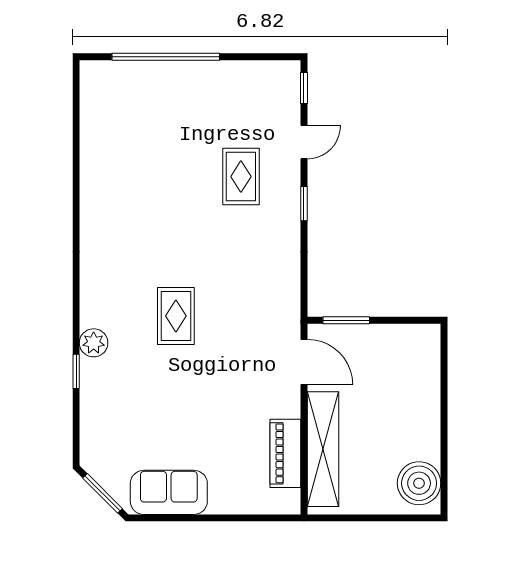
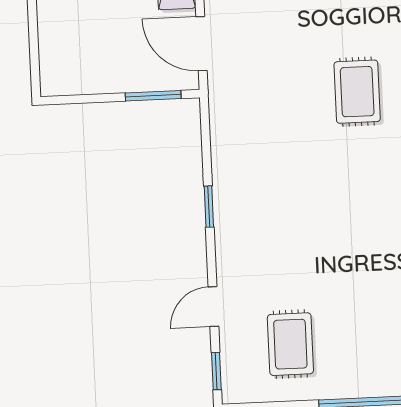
rug: (241, 177) -> (290, 344), moved
window: (304, 204) -> (209, 207), moved

